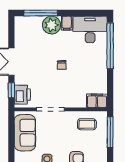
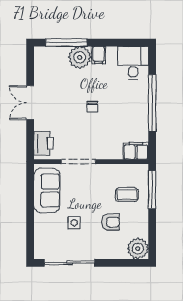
desk: (90, 29) -> (133, 63), width x0.73
window: (110, 46) -> (152, 103), moved
window: (11, 90) -> (30, 138), removed
coffee table: (87, 124) -> (127, 195), moved

